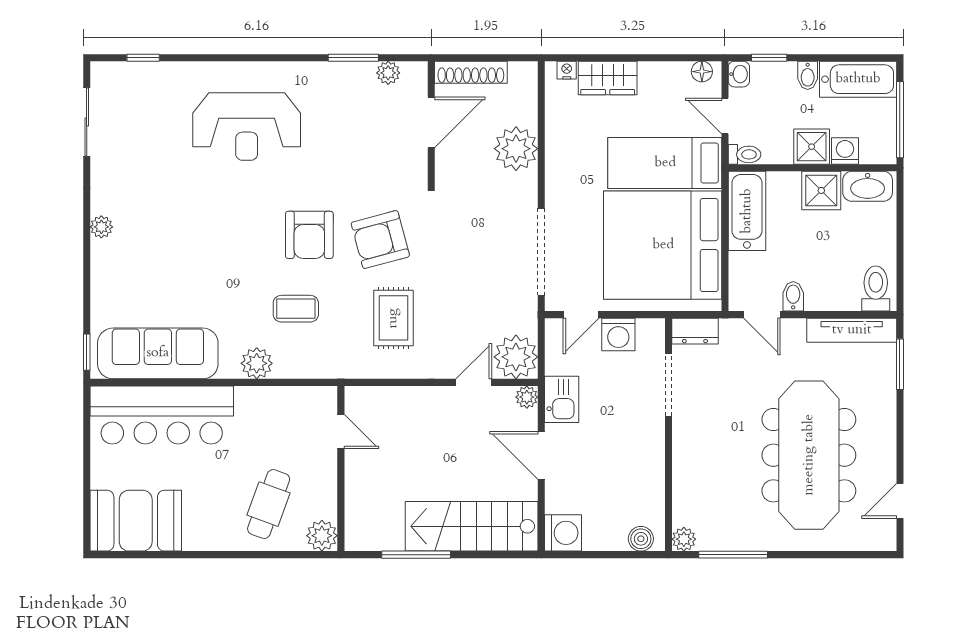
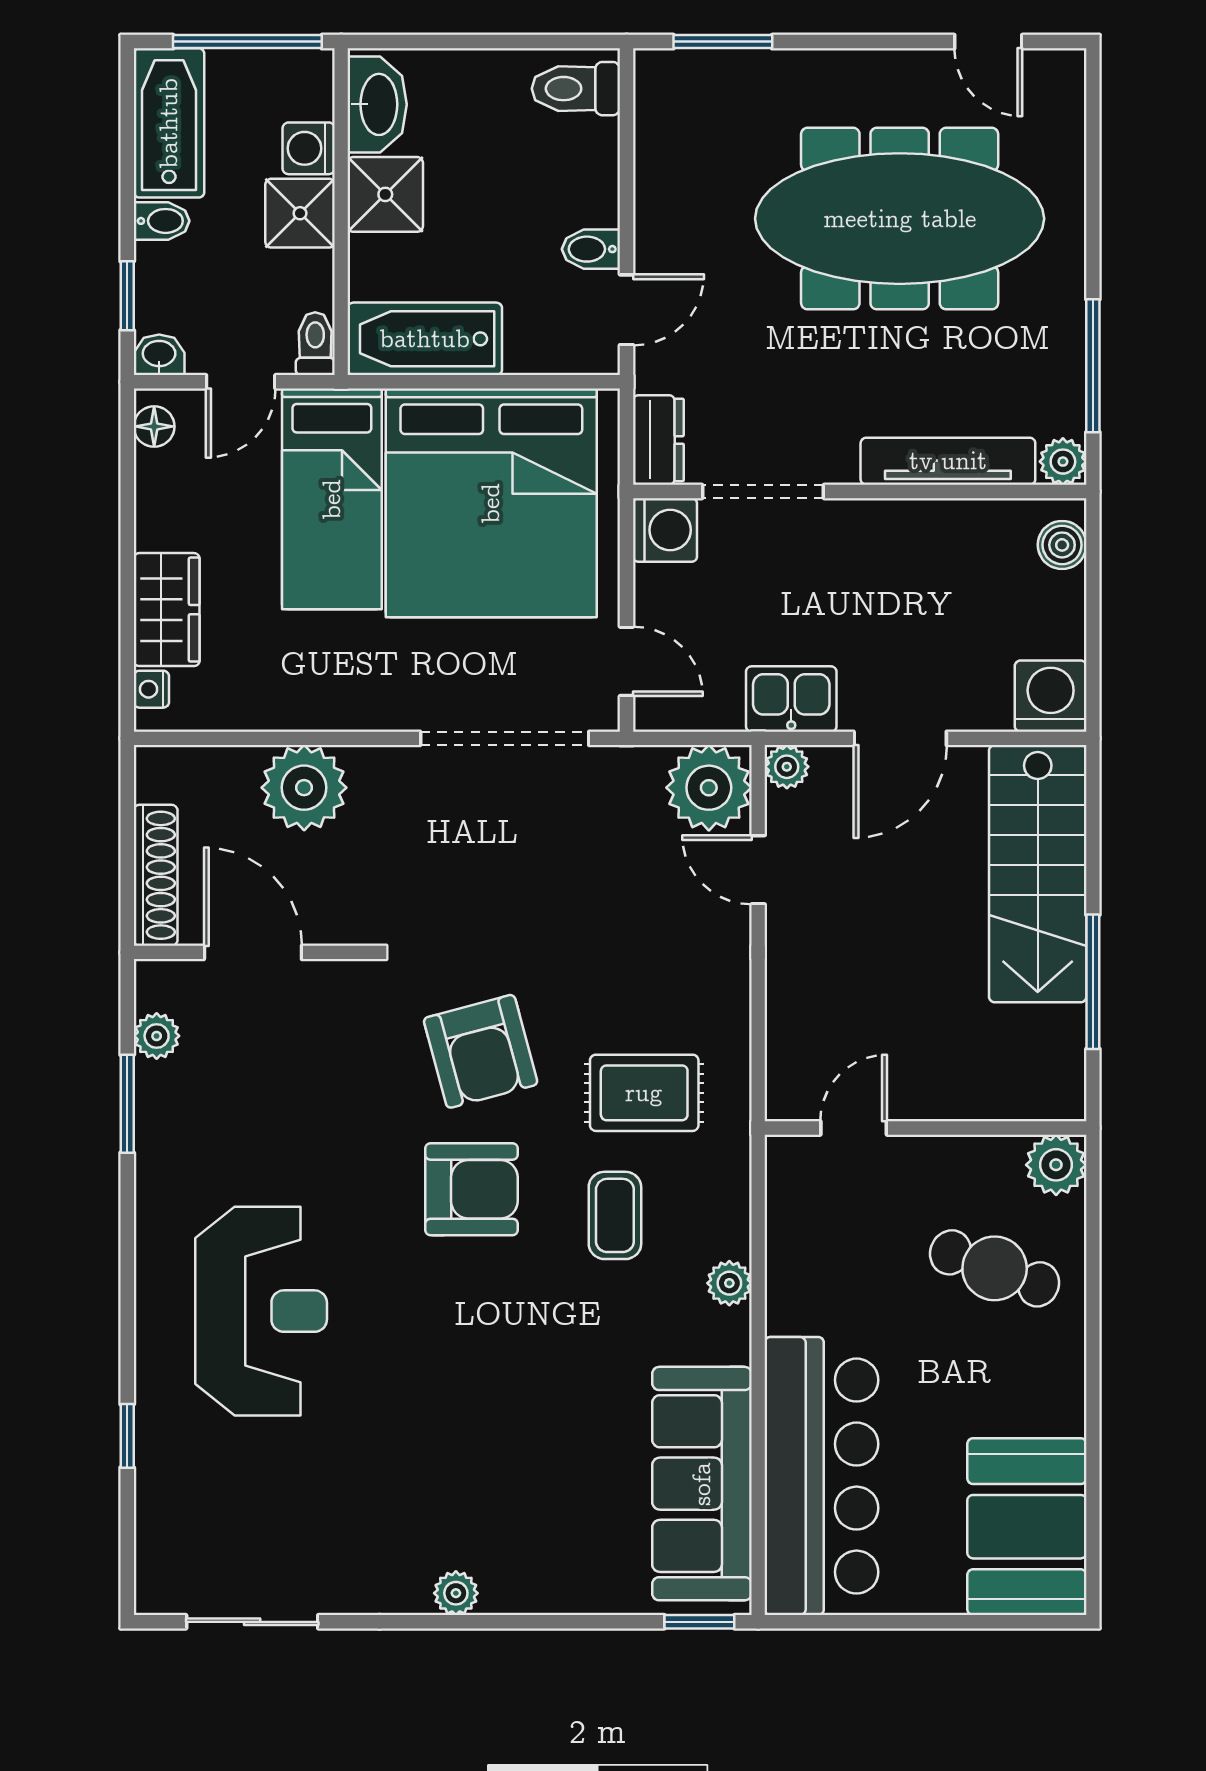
window: (143, 58) -> (127, 1436), moved
rug: (393, 318) -> (644, 1093), moved
tv unit: (852, 330) -> (948, 461), moved, turned -90
washing machine: (618, 334) -> (665, 530), moved
plant: (257, 363) -> (729, 1283), width x0.73, depth x0.73

